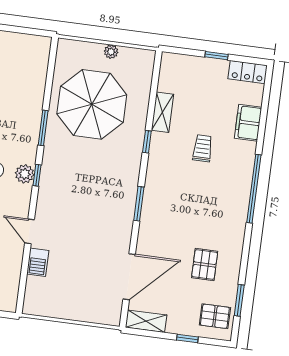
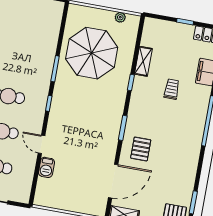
plant: (111, 52) -> (120, 17), moved
plant: (25, 174) -> (40, 102), removed
pallet: (205, 265) -> (141, 149), moved

